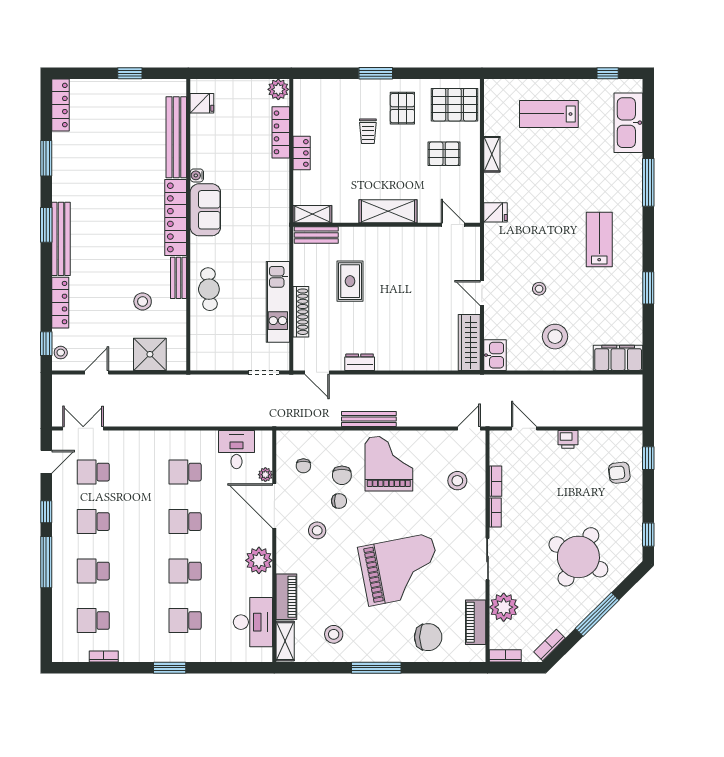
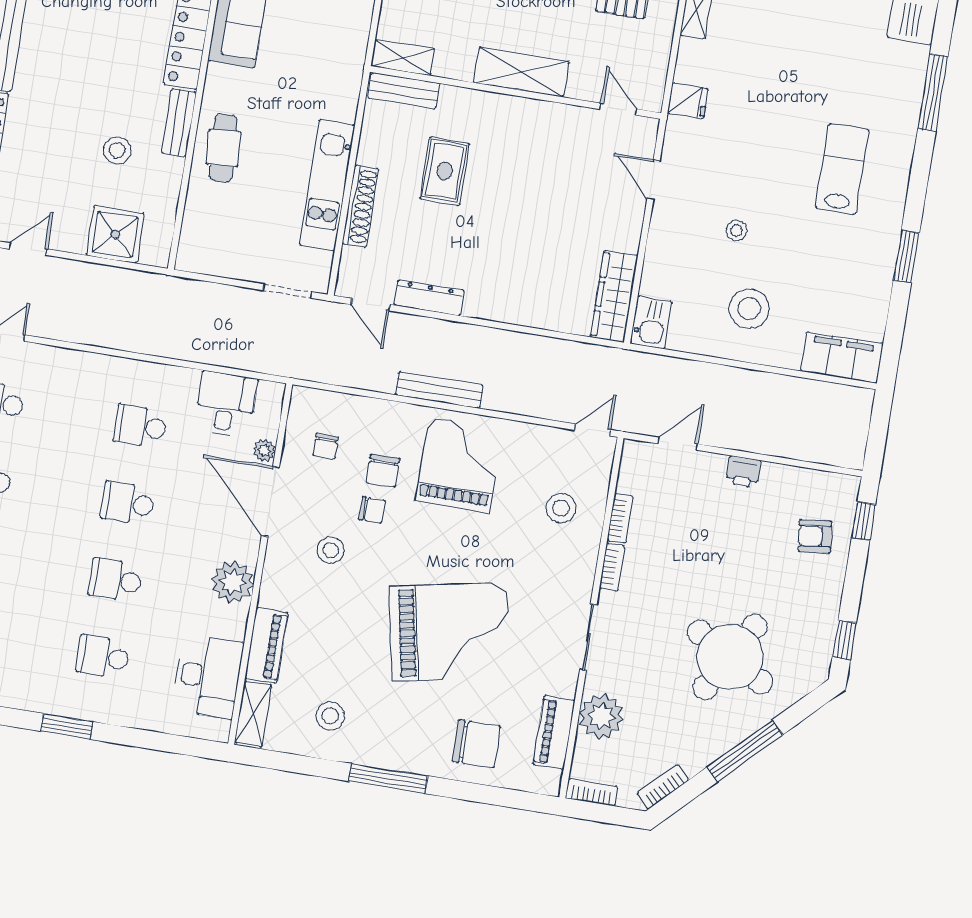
door: (482, 293) -> (653, 180), moved
dresser: (360, 362) -> (429, 298), width x1.44
door: (524, 428) -> (678, 444), hinge flipped

